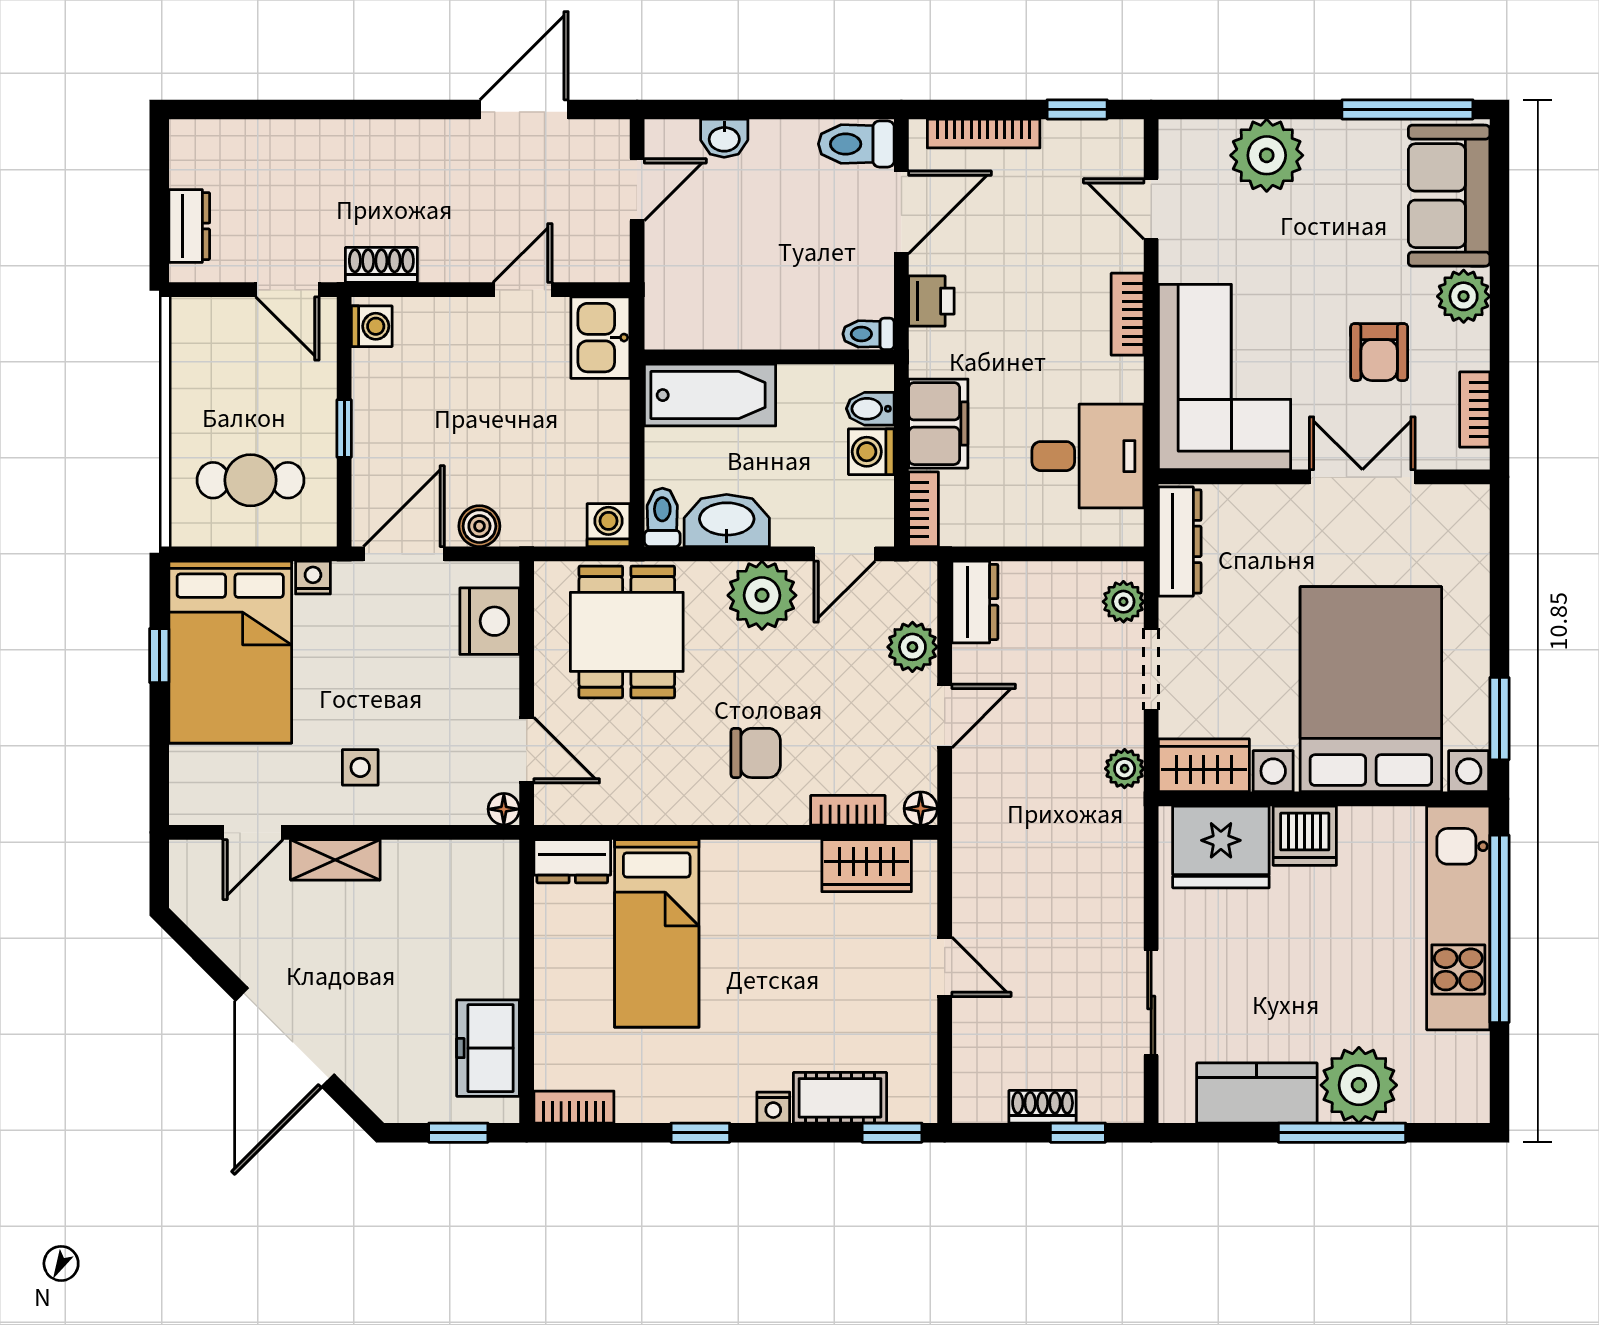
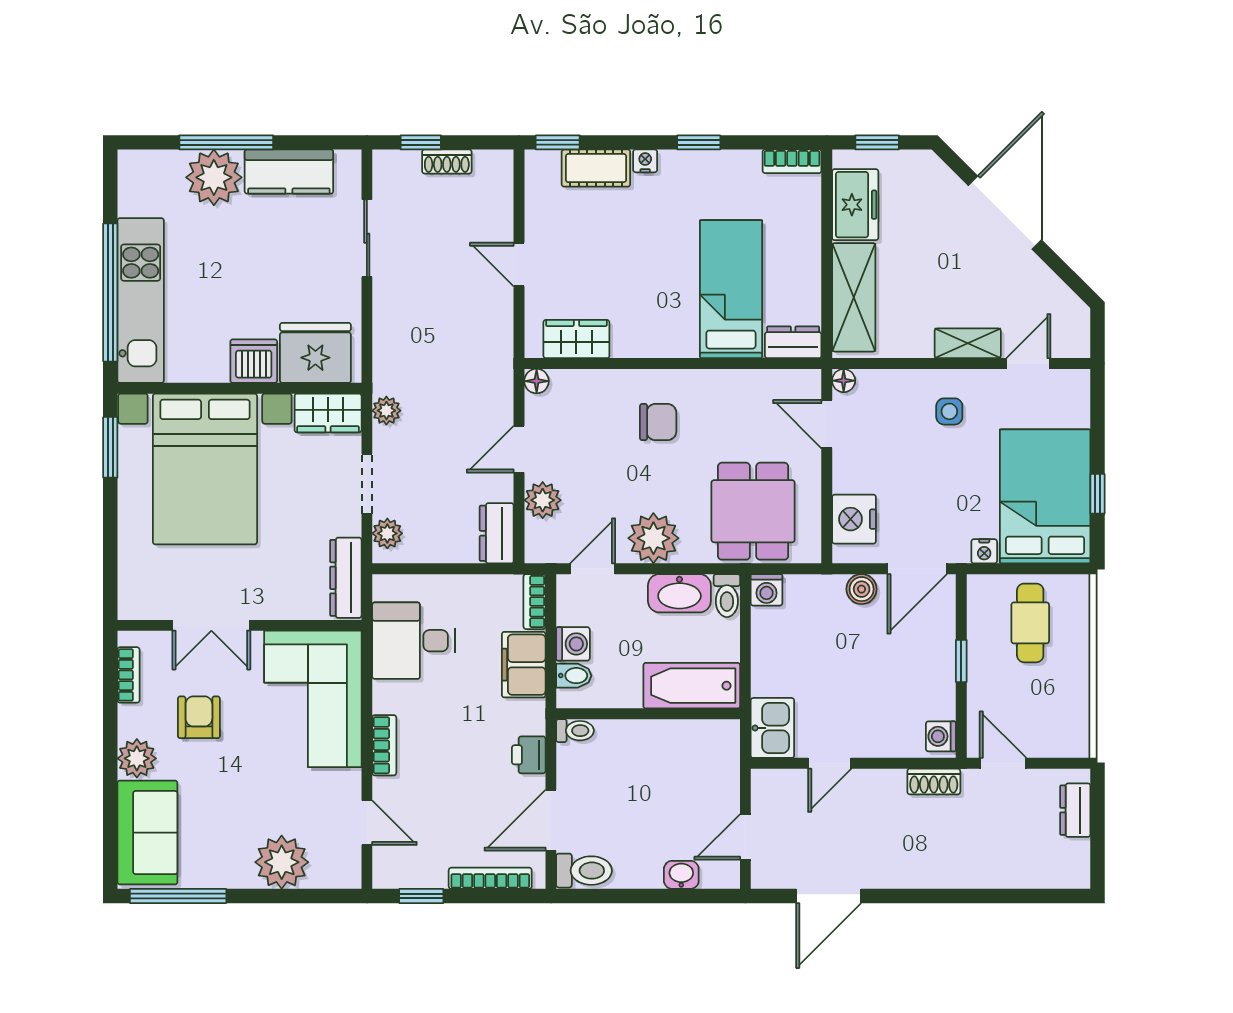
cafe table: (250, 480) -> (1030, 623), turned 90
chair: (756, 753) -> (658, 422), turned 180
bookcase: (848, 810) -> (590, 380), removed
shelving: (490, 922) -> (854, 297), added

